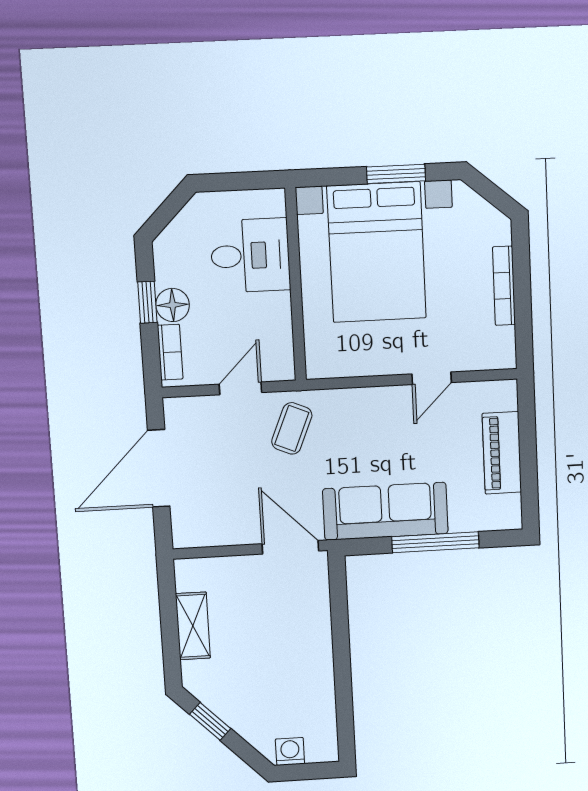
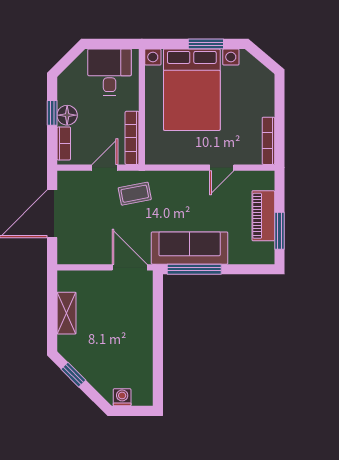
desk: (250, 256) -> (110, 72), moved, turned -90
bookcase: (504, 286) -> (268, 141), moved
bookcase: (282, 337) -> (132, 138), added
coffee table: (292, 428) -> (135, 194), turned 56
window: (529, 476) -> (279, 231), added
window: (435, 542) -> (194, 269), moved

